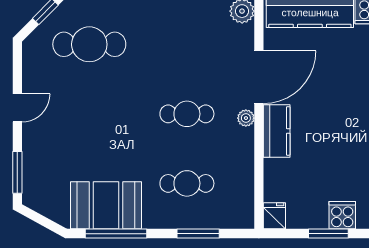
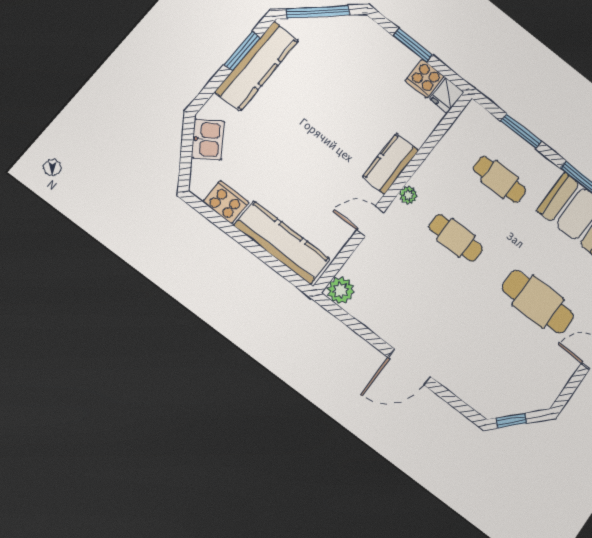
cafe table: (89, 44) -> (538, 302), moved
door: (259, 77) -> (370, 221), width x0.53
cooker: (342, 215) -> (425, 79), moved

